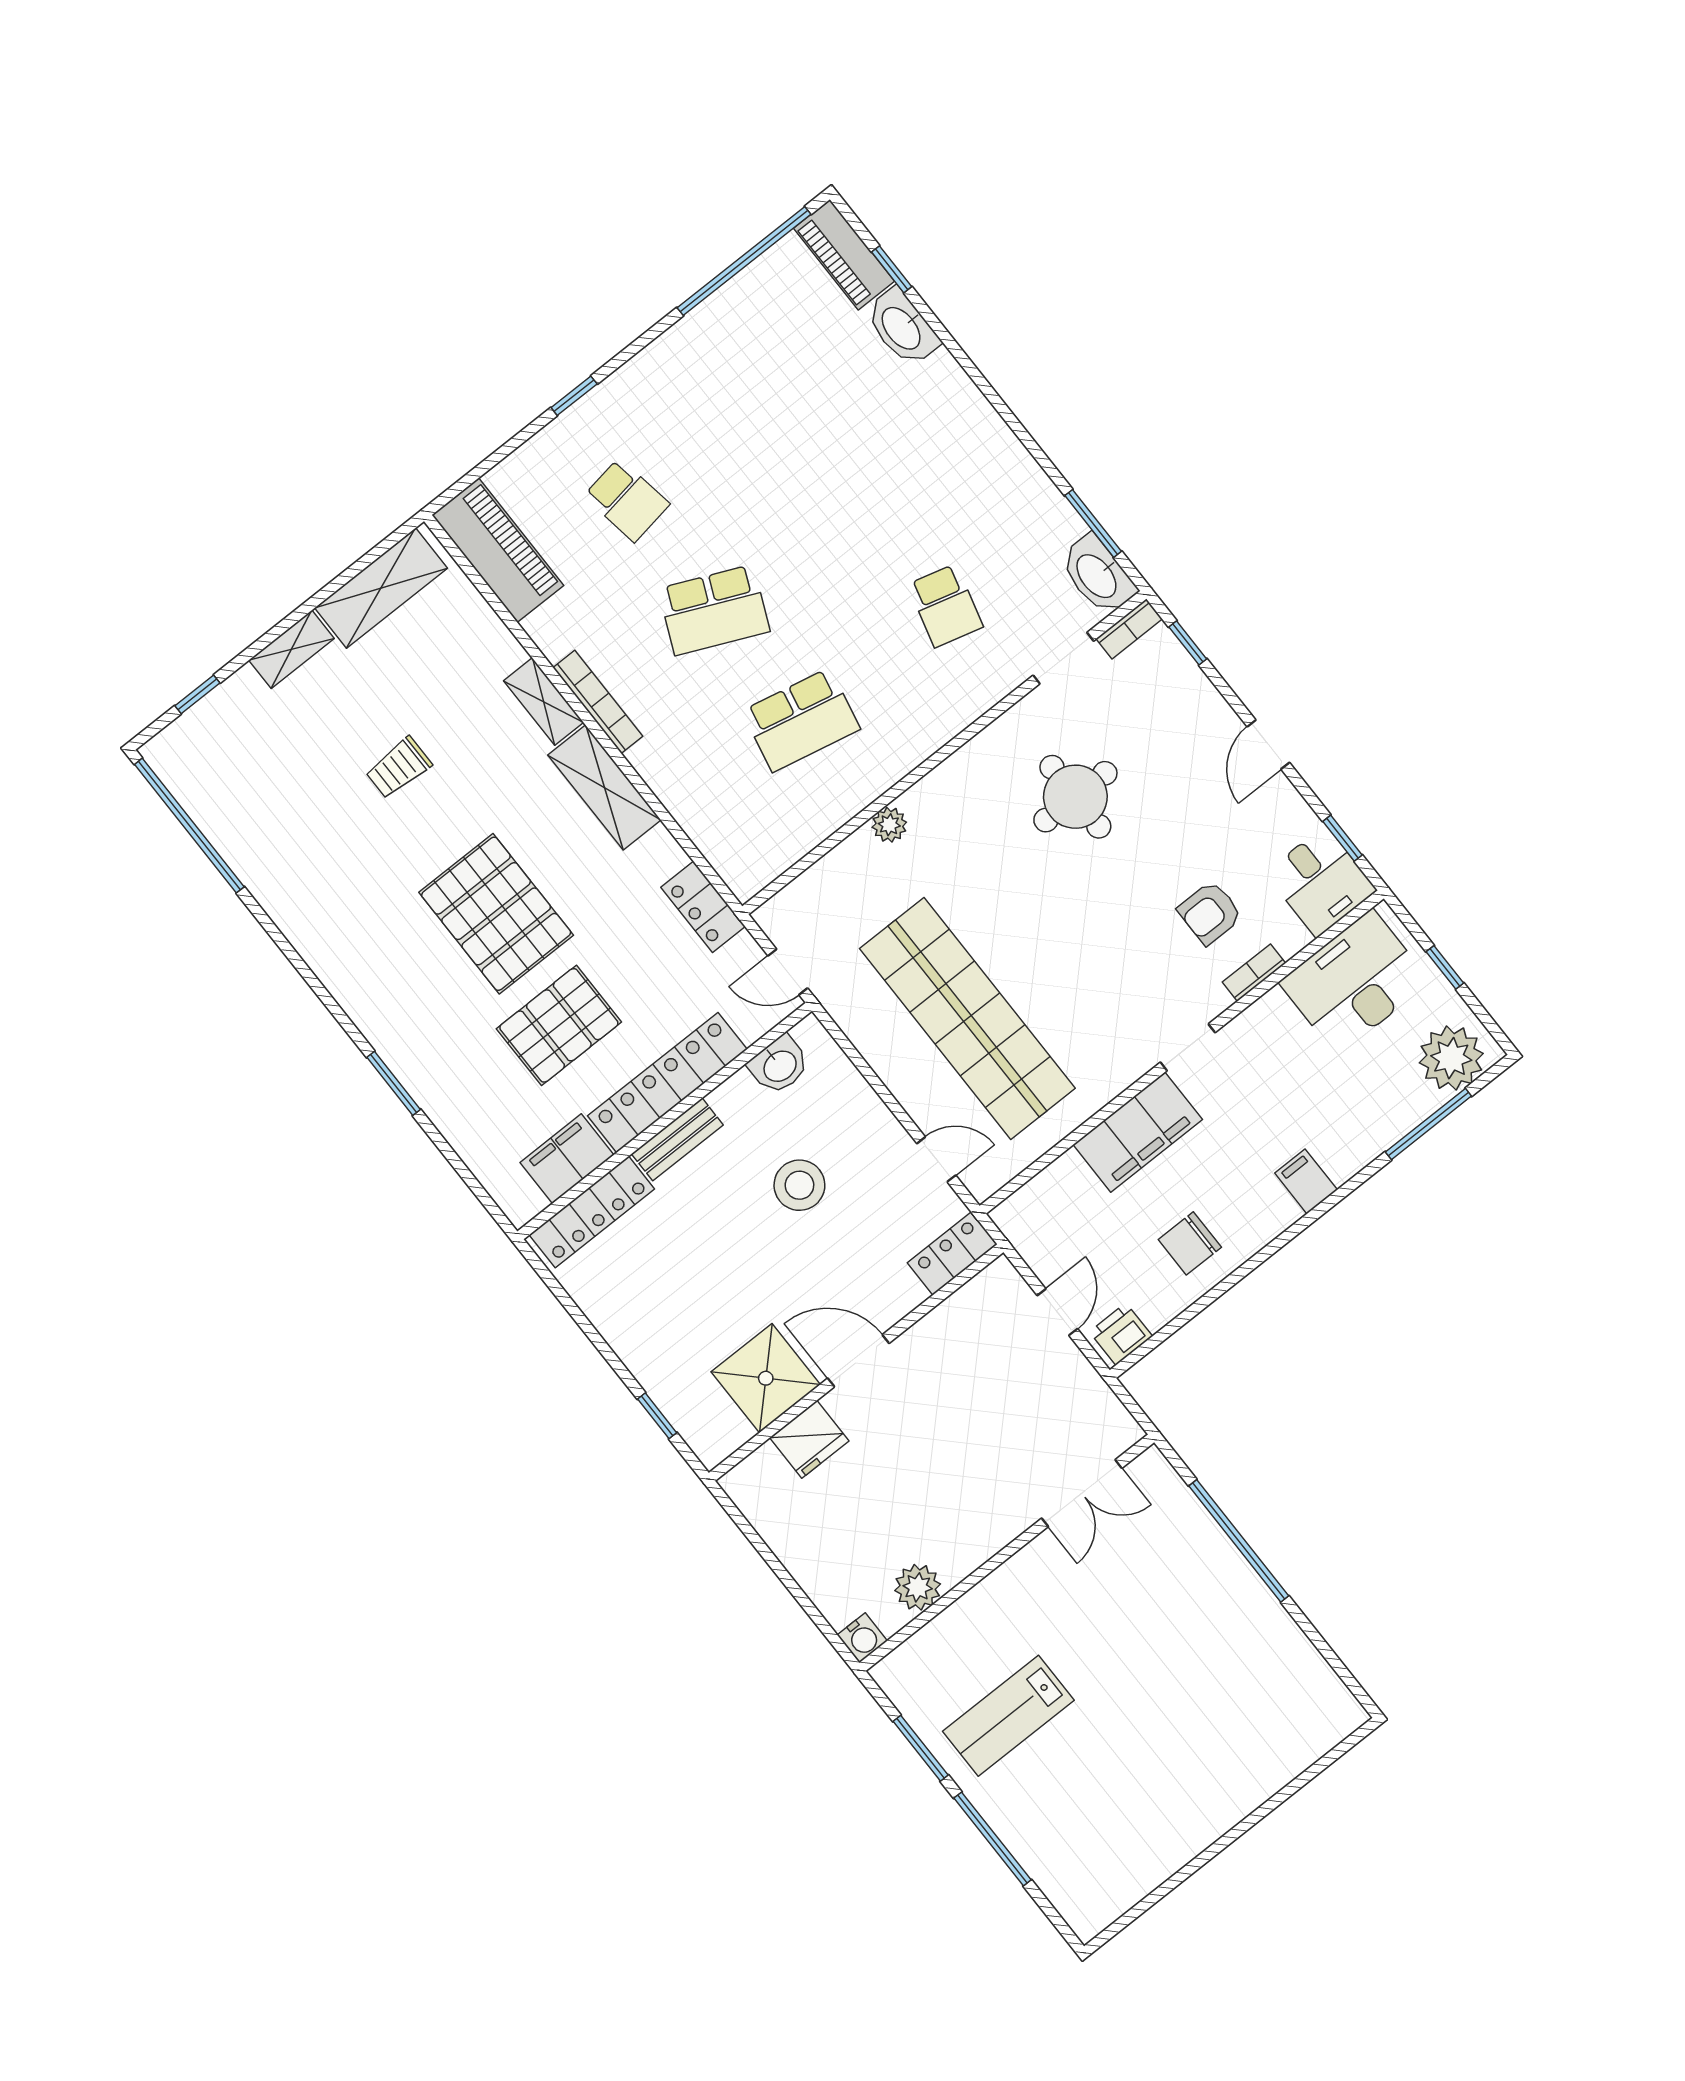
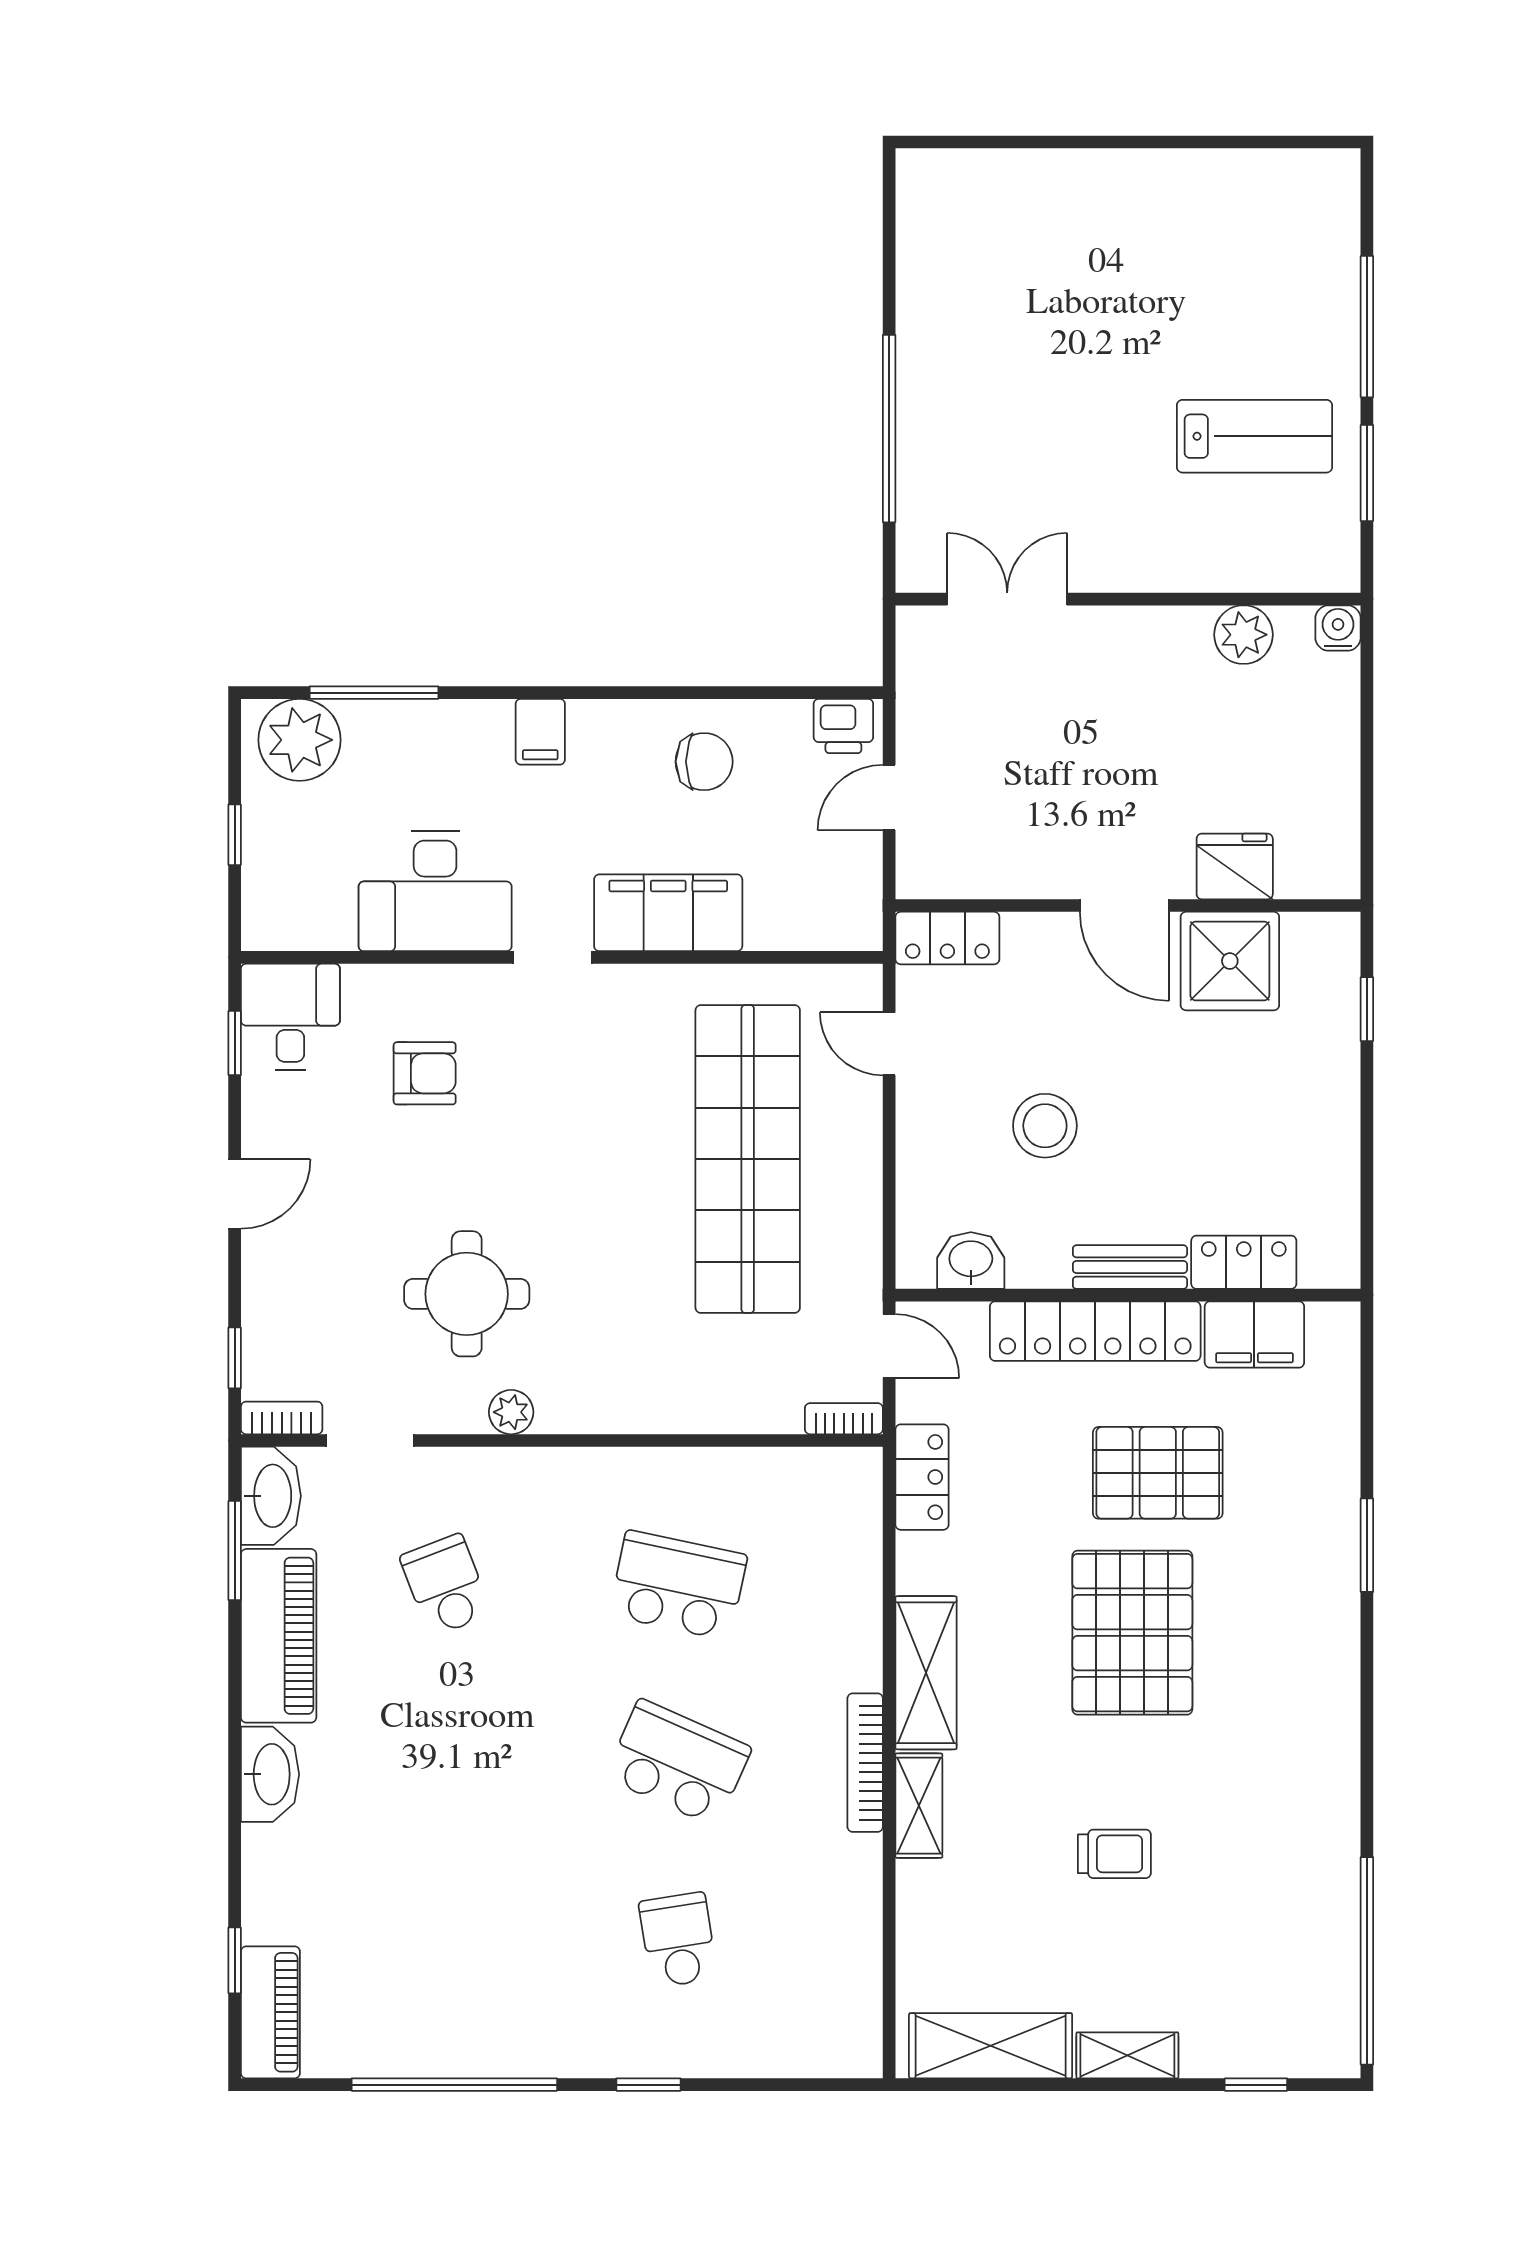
window: (744, 261) -> (454, 2085), moved
washbasin: (902, 327) -> (270, 1774), moved
piano: (498, 550) -> (279, 1636), moved, turned 180
school desk: (945, 606) -> (446, 1585), turned -36
plant: (889, 825) -> (511, 1412), moved
bookcase: (1254, 973) -> (844, 1419), moved, turned 180
desk: (1355, 982) -> (435, 891), moved
locker: (592, 1212) -> (1244, 1262), width x0.66

